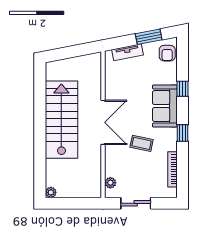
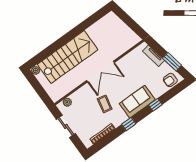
stairs: (61, 120) -> (68, 57), moved

